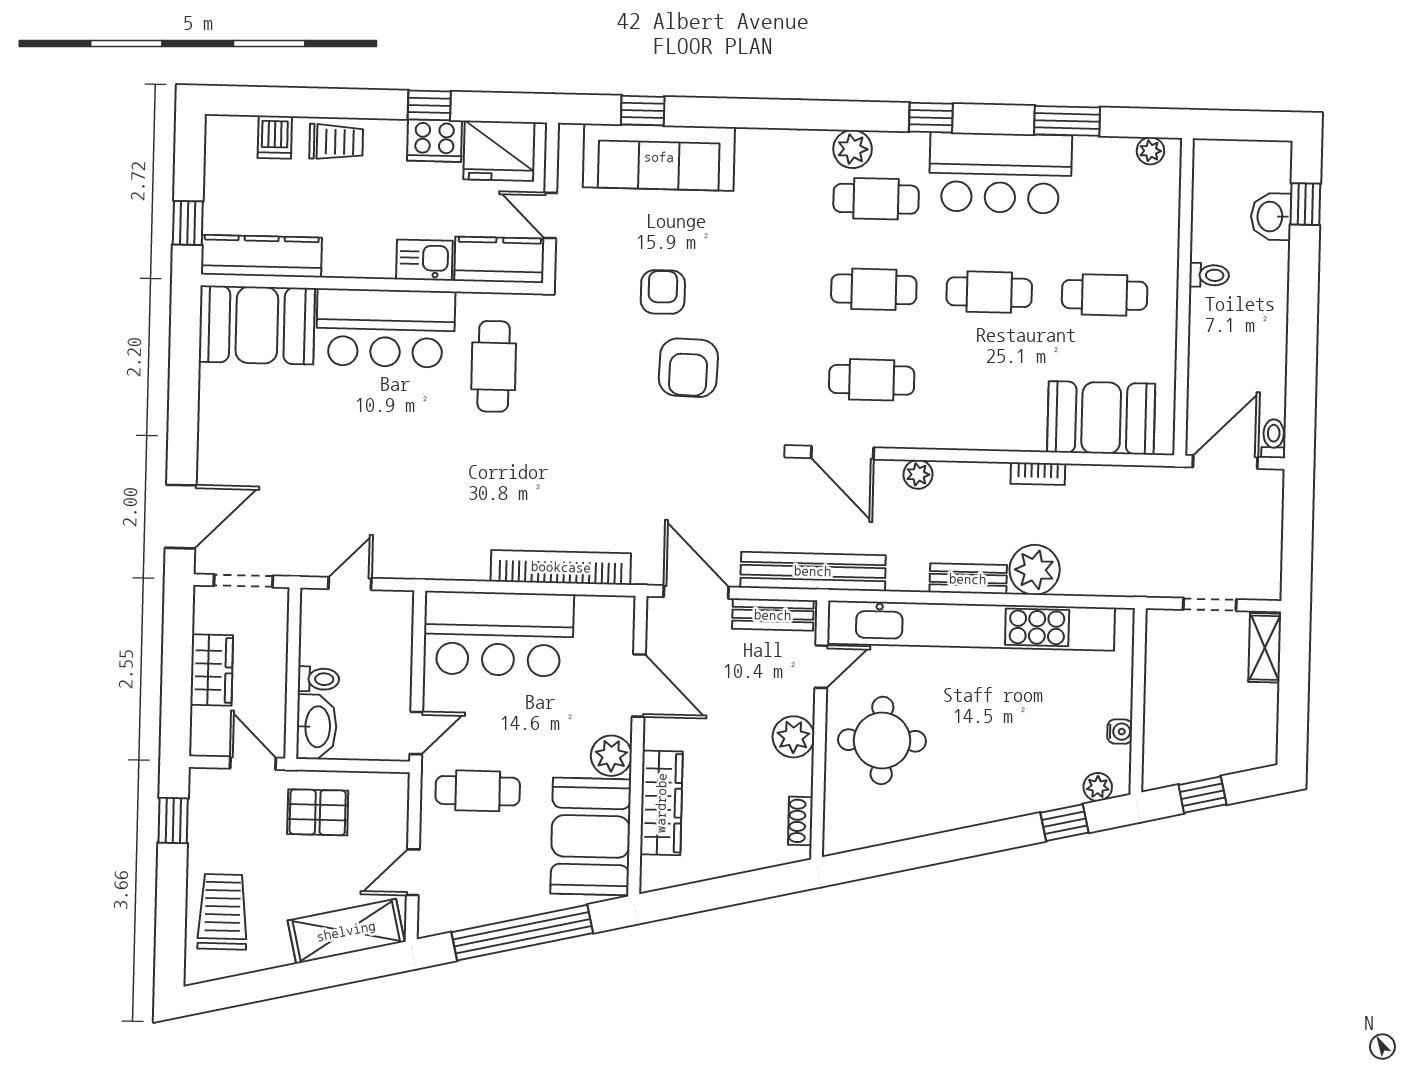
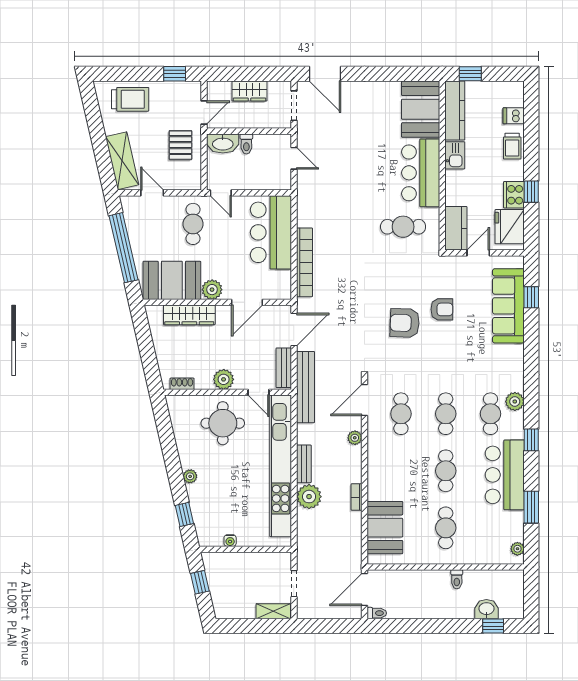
kitchen sink: (424, 260) -> (455, 155), moved
door: (1225, 462) -> (365, 590), swing flipped
plant: (1098, 787) -> (190, 476), moved

